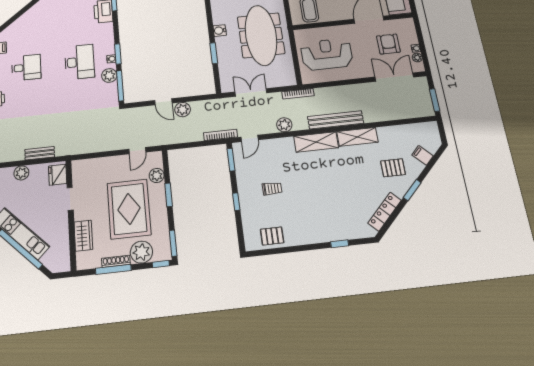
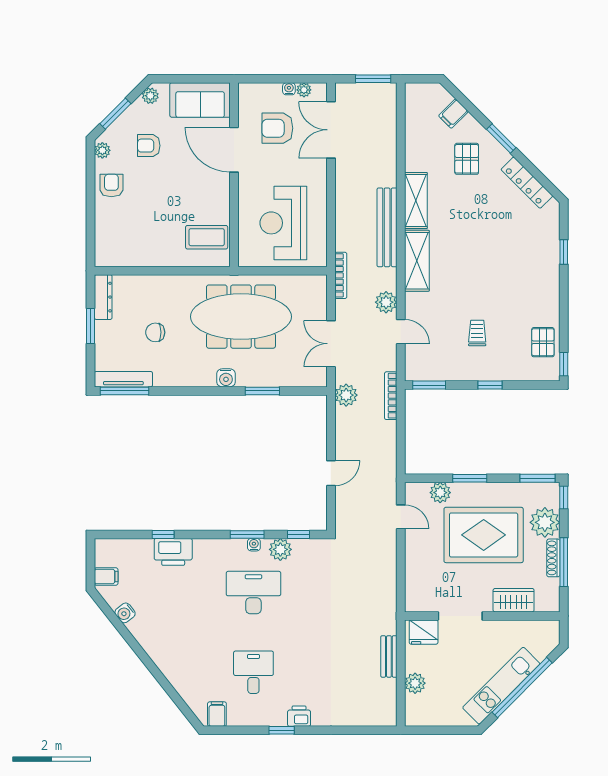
window: (120, 86) -> (299, 534), width x0.46
plant: (183, 110) -> (346, 395), moved
door: (250, 138) -> (401, 332), moved
doorway: (70, 199) -> (460, 616), width x1.38
window: (258, 253) -> (564, 364), added

